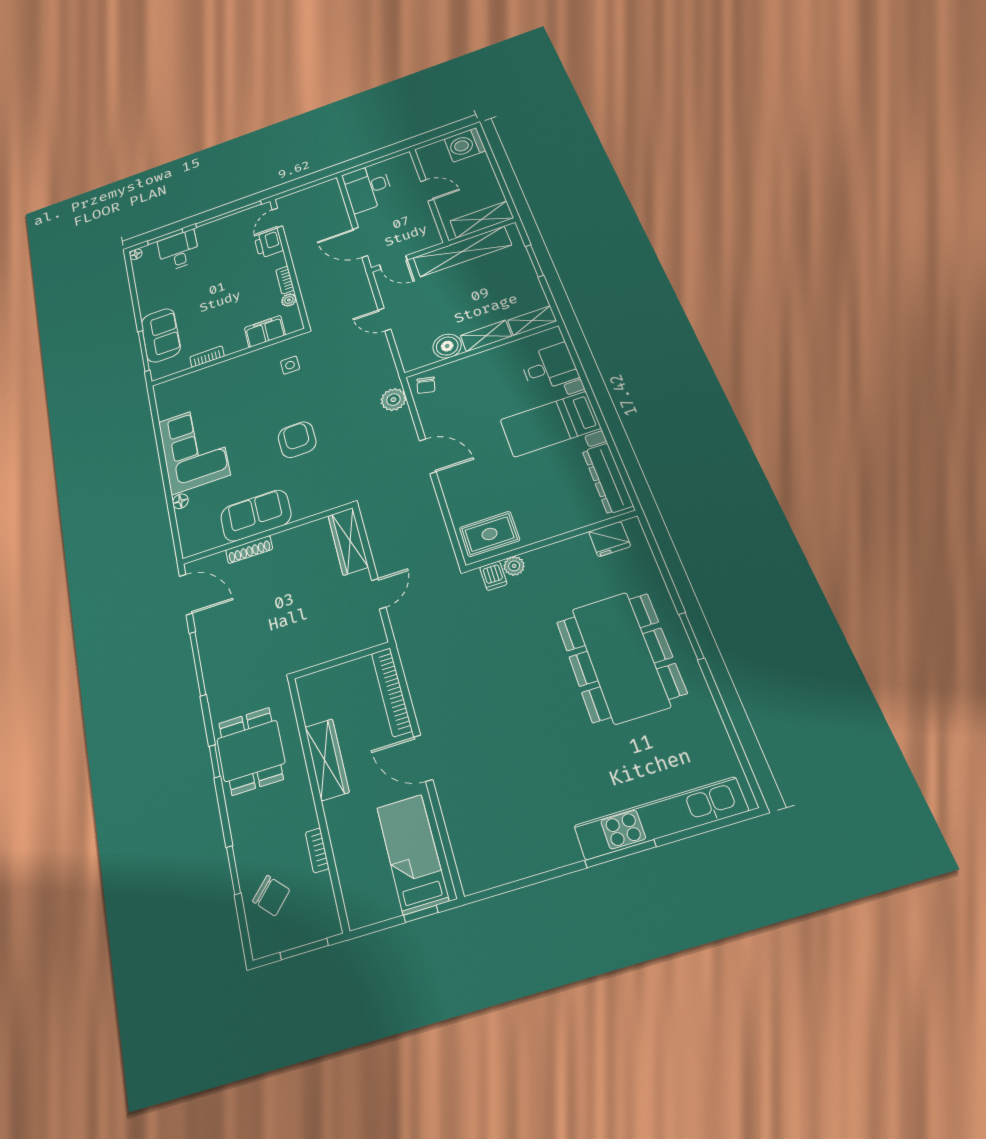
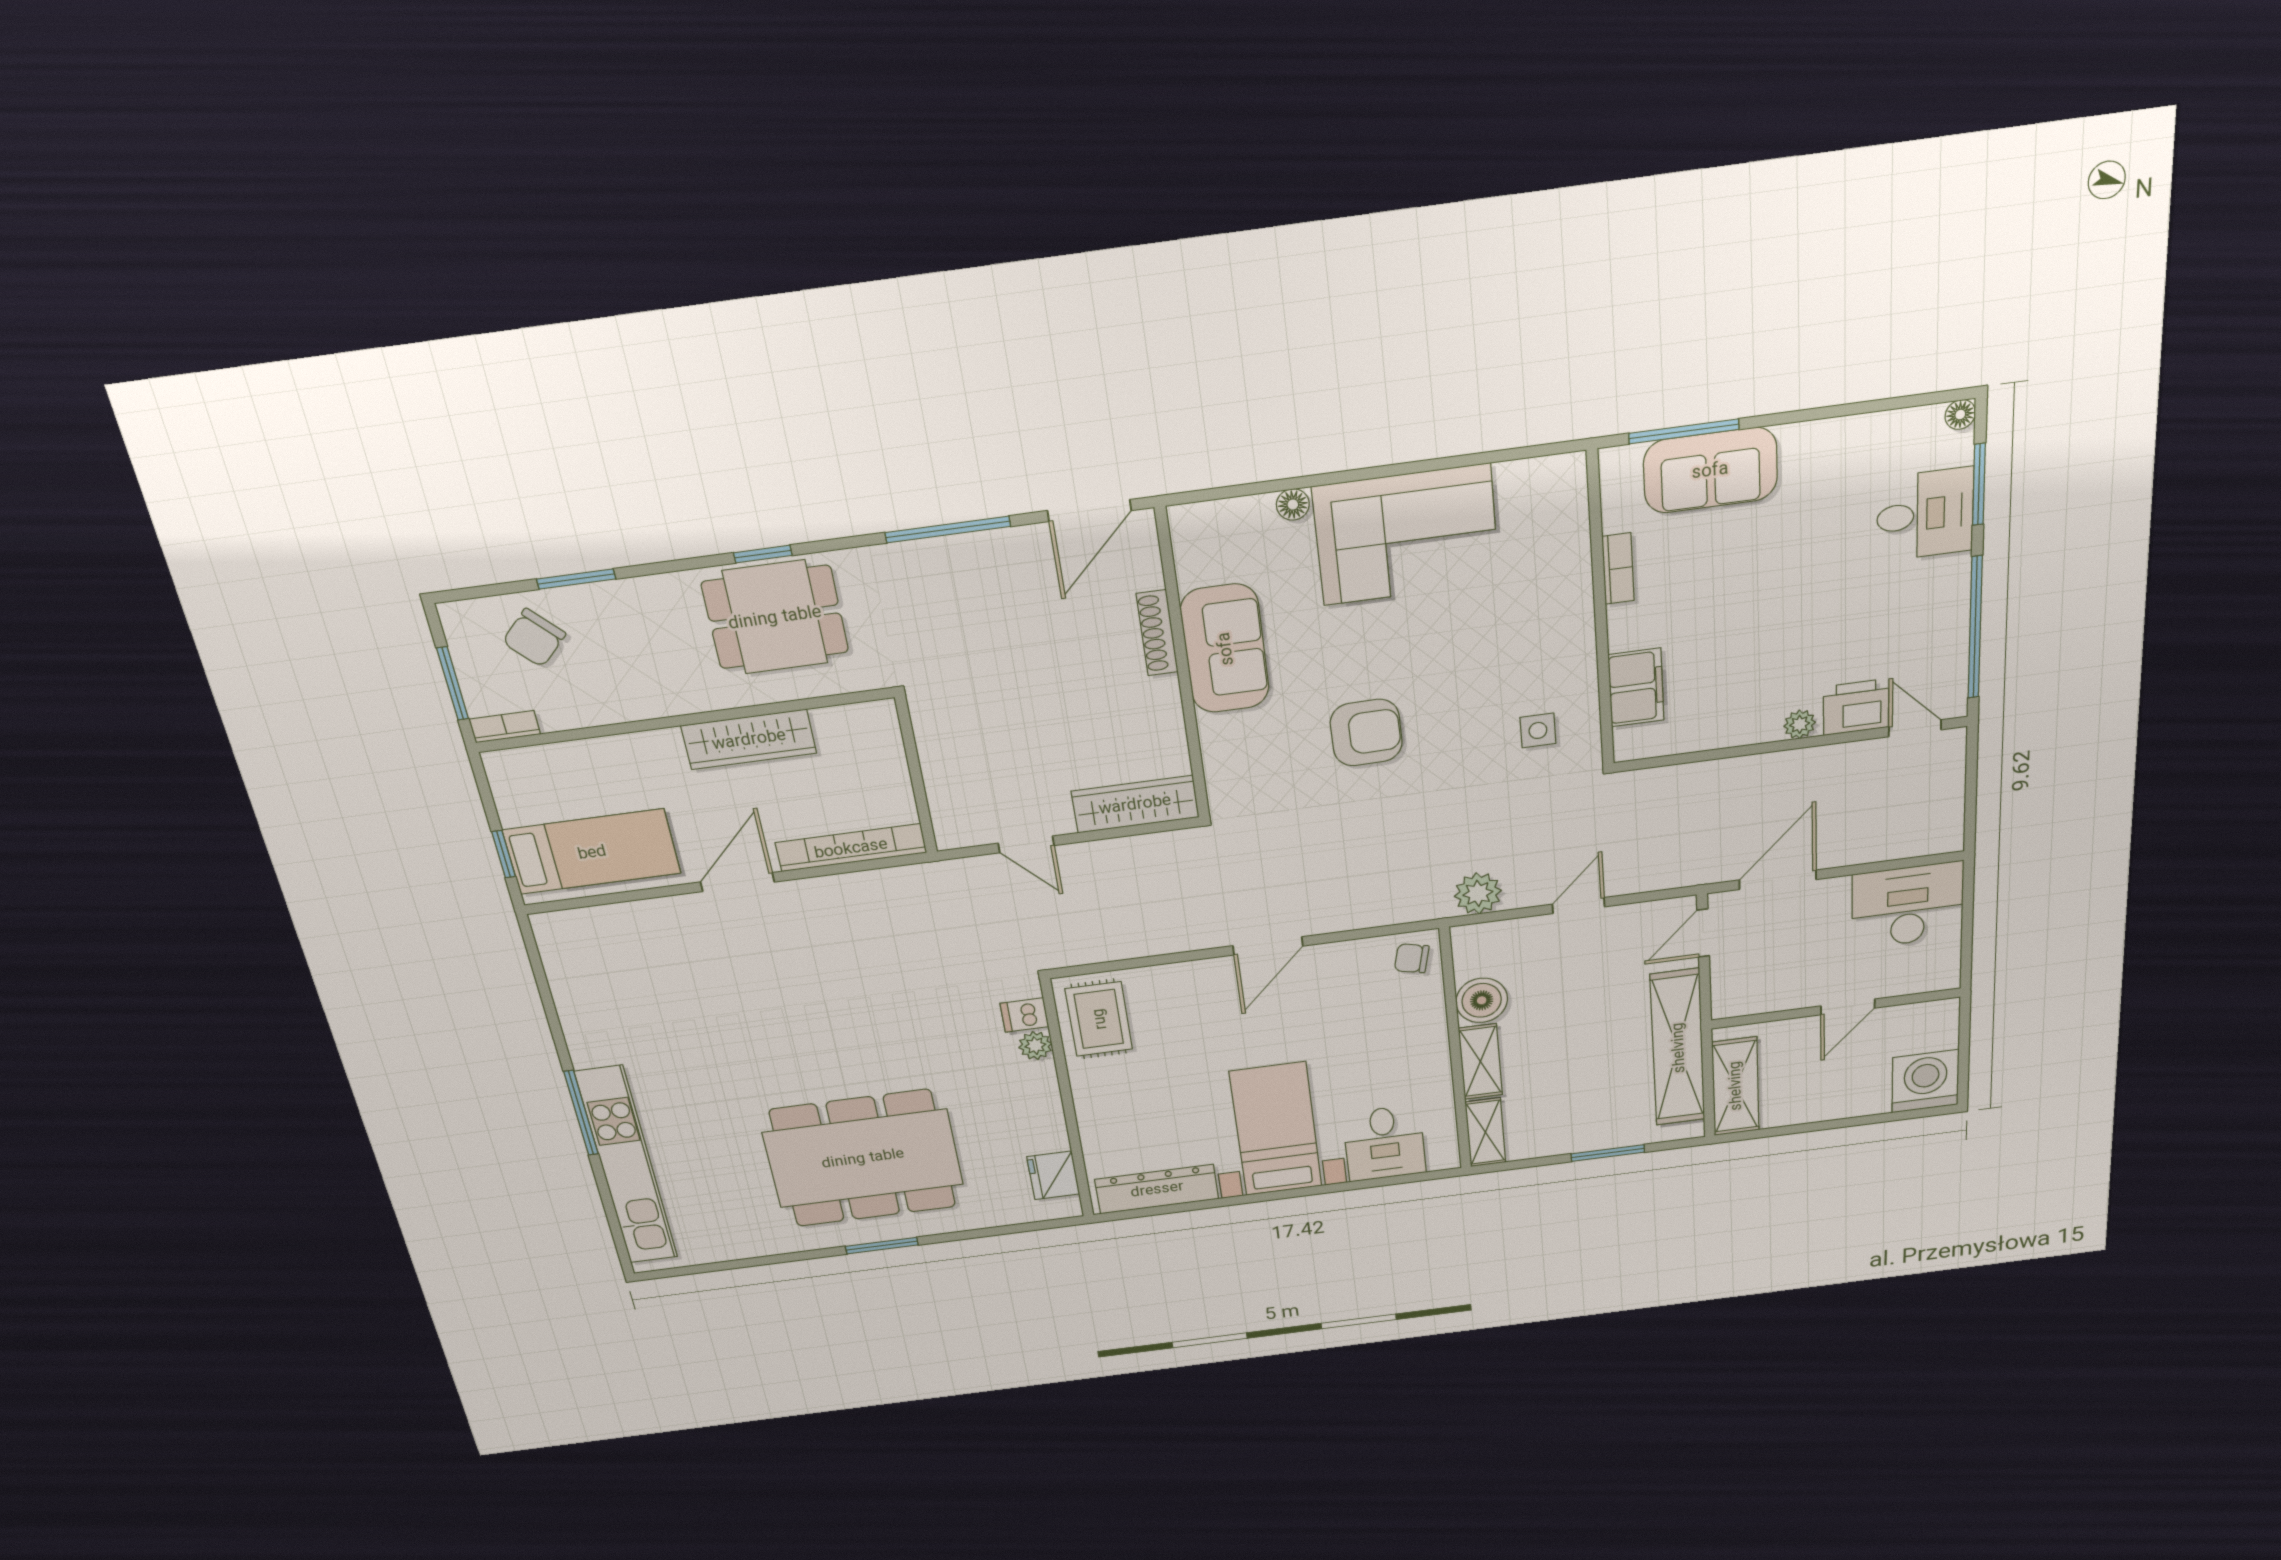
bookcase: (285, 280) -> (1747, 734), removed
plant: (289, 300) -> (1800, 724), moved
plant: (393, 400) -> (1478, 893), moved
bookcase: (317, 850) -> (505, 727), moved

